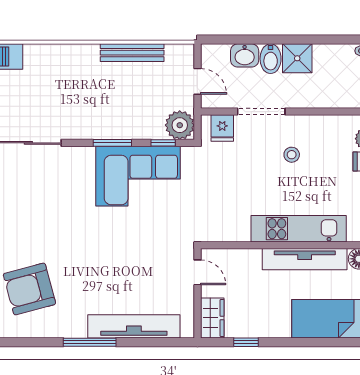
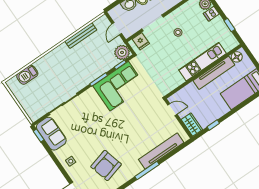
door: (197, 81) -> (117, 29), swing flipped

